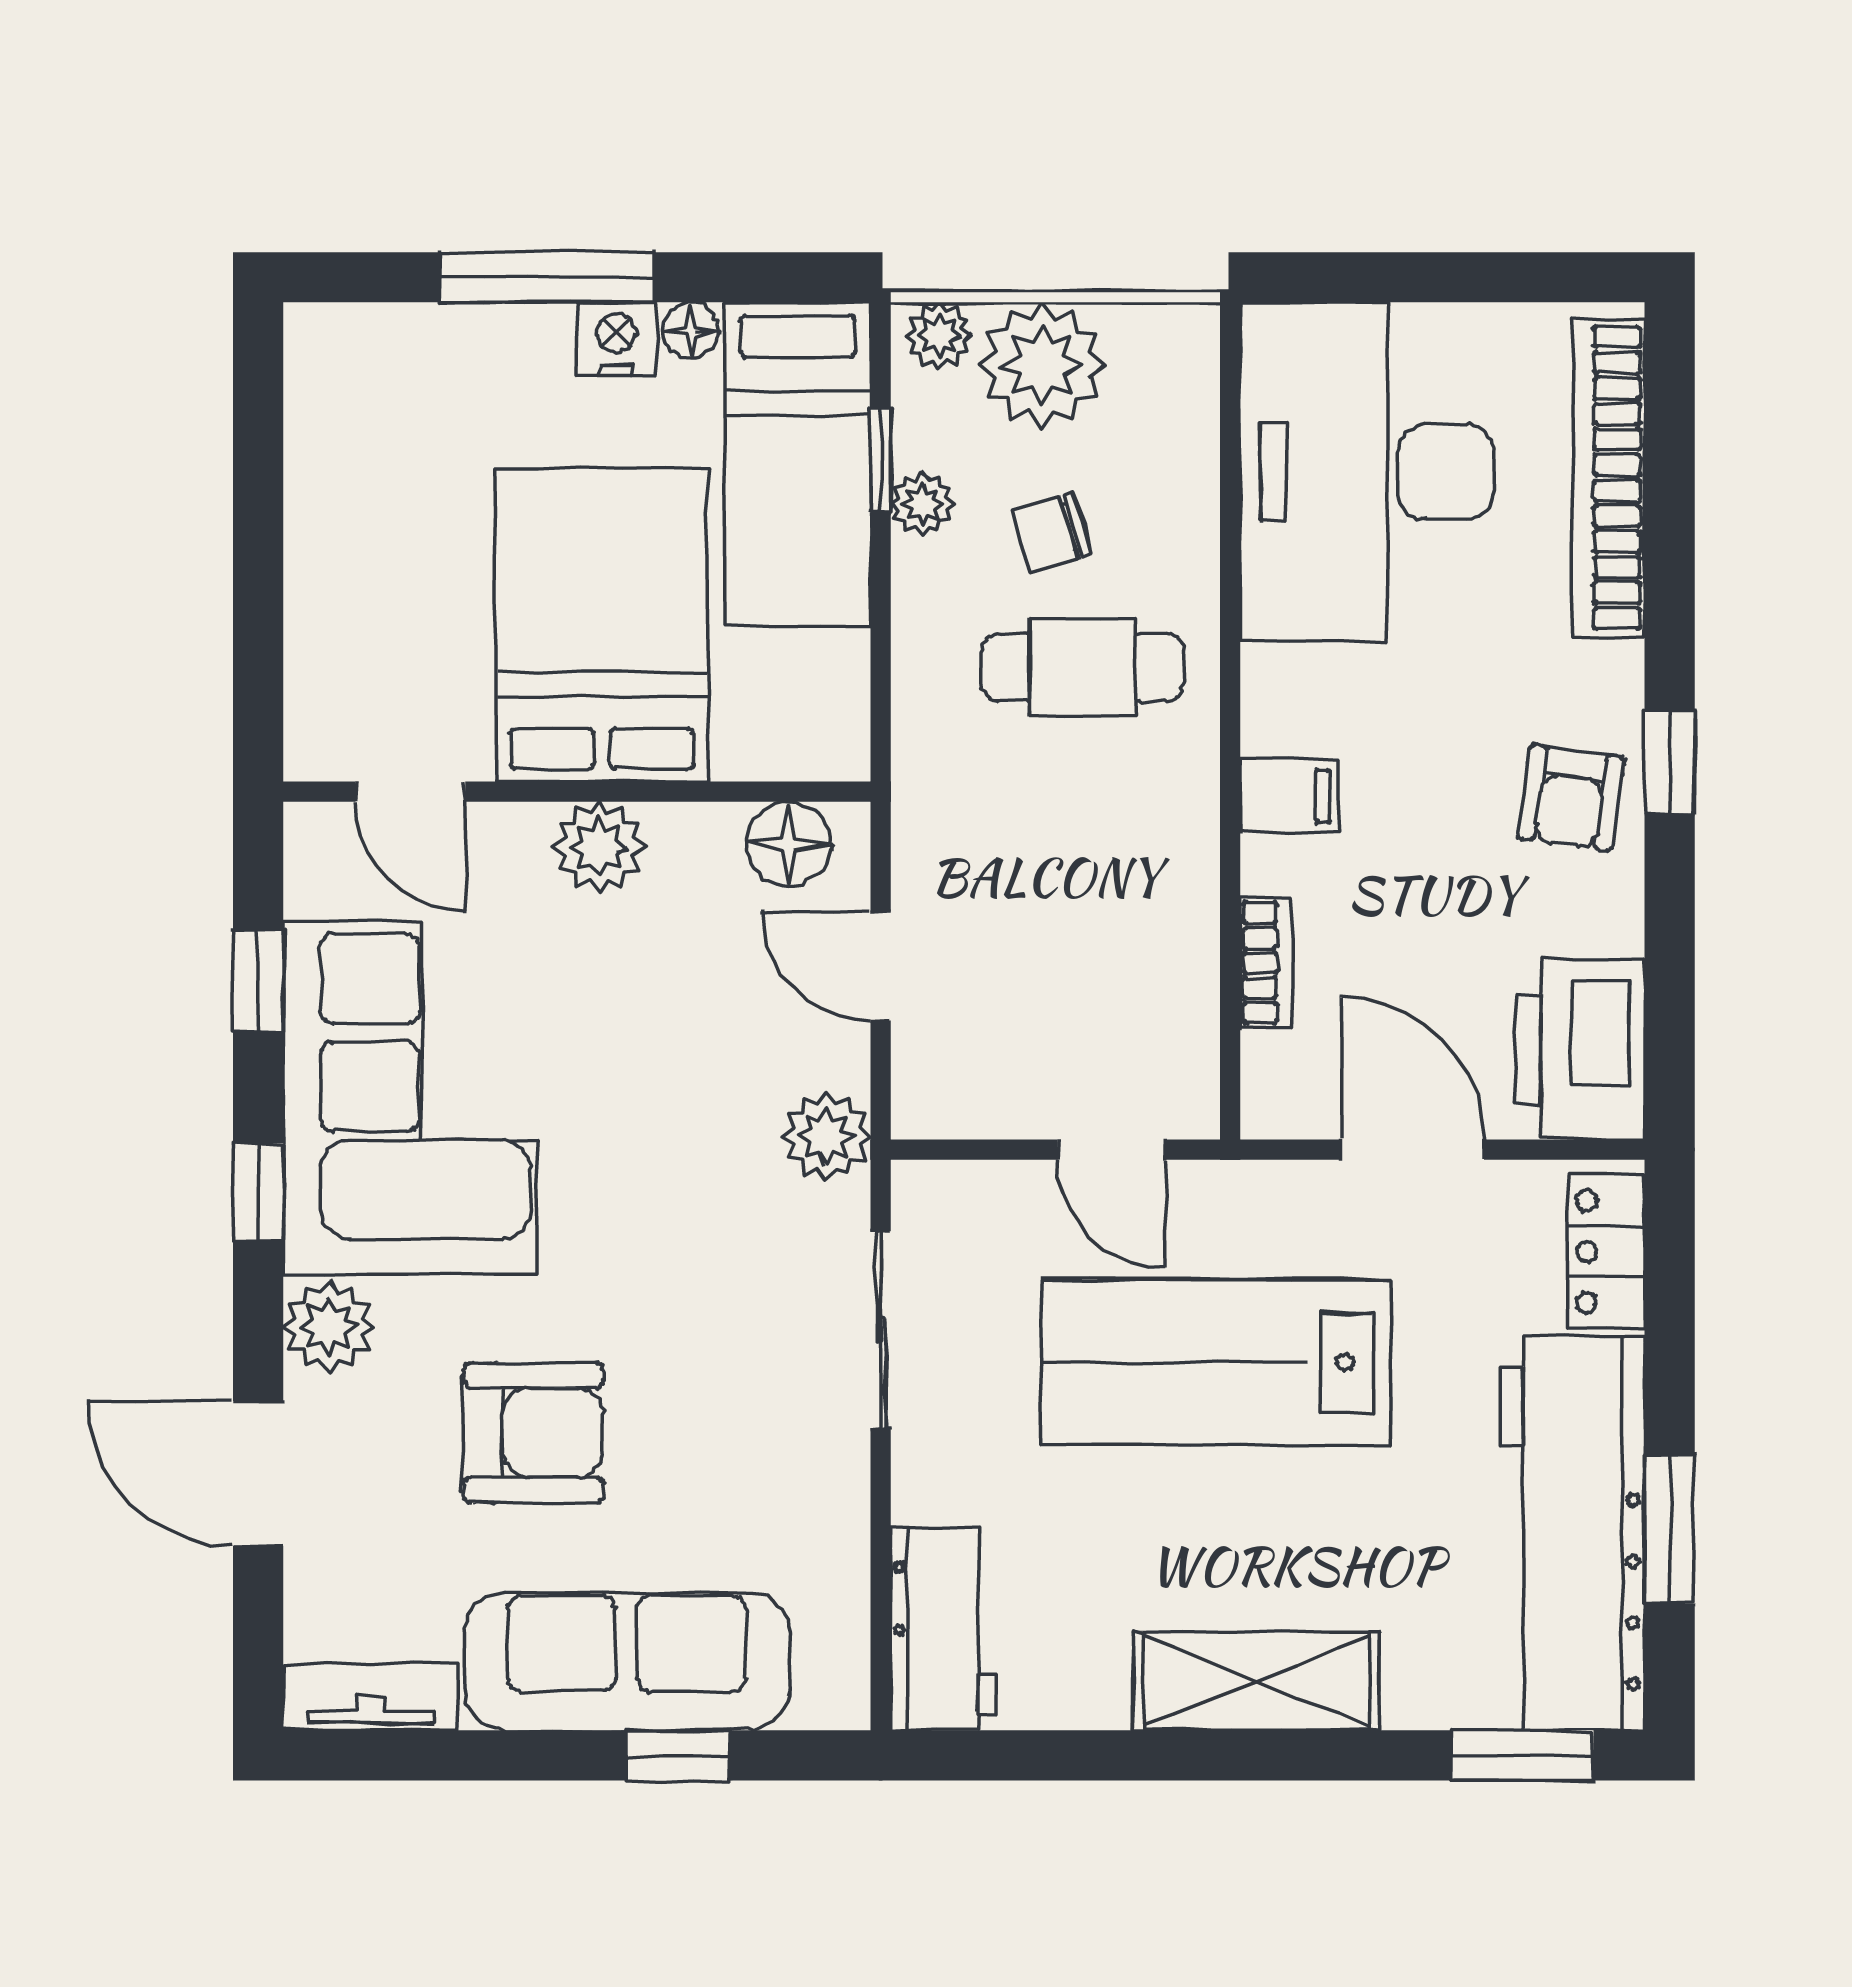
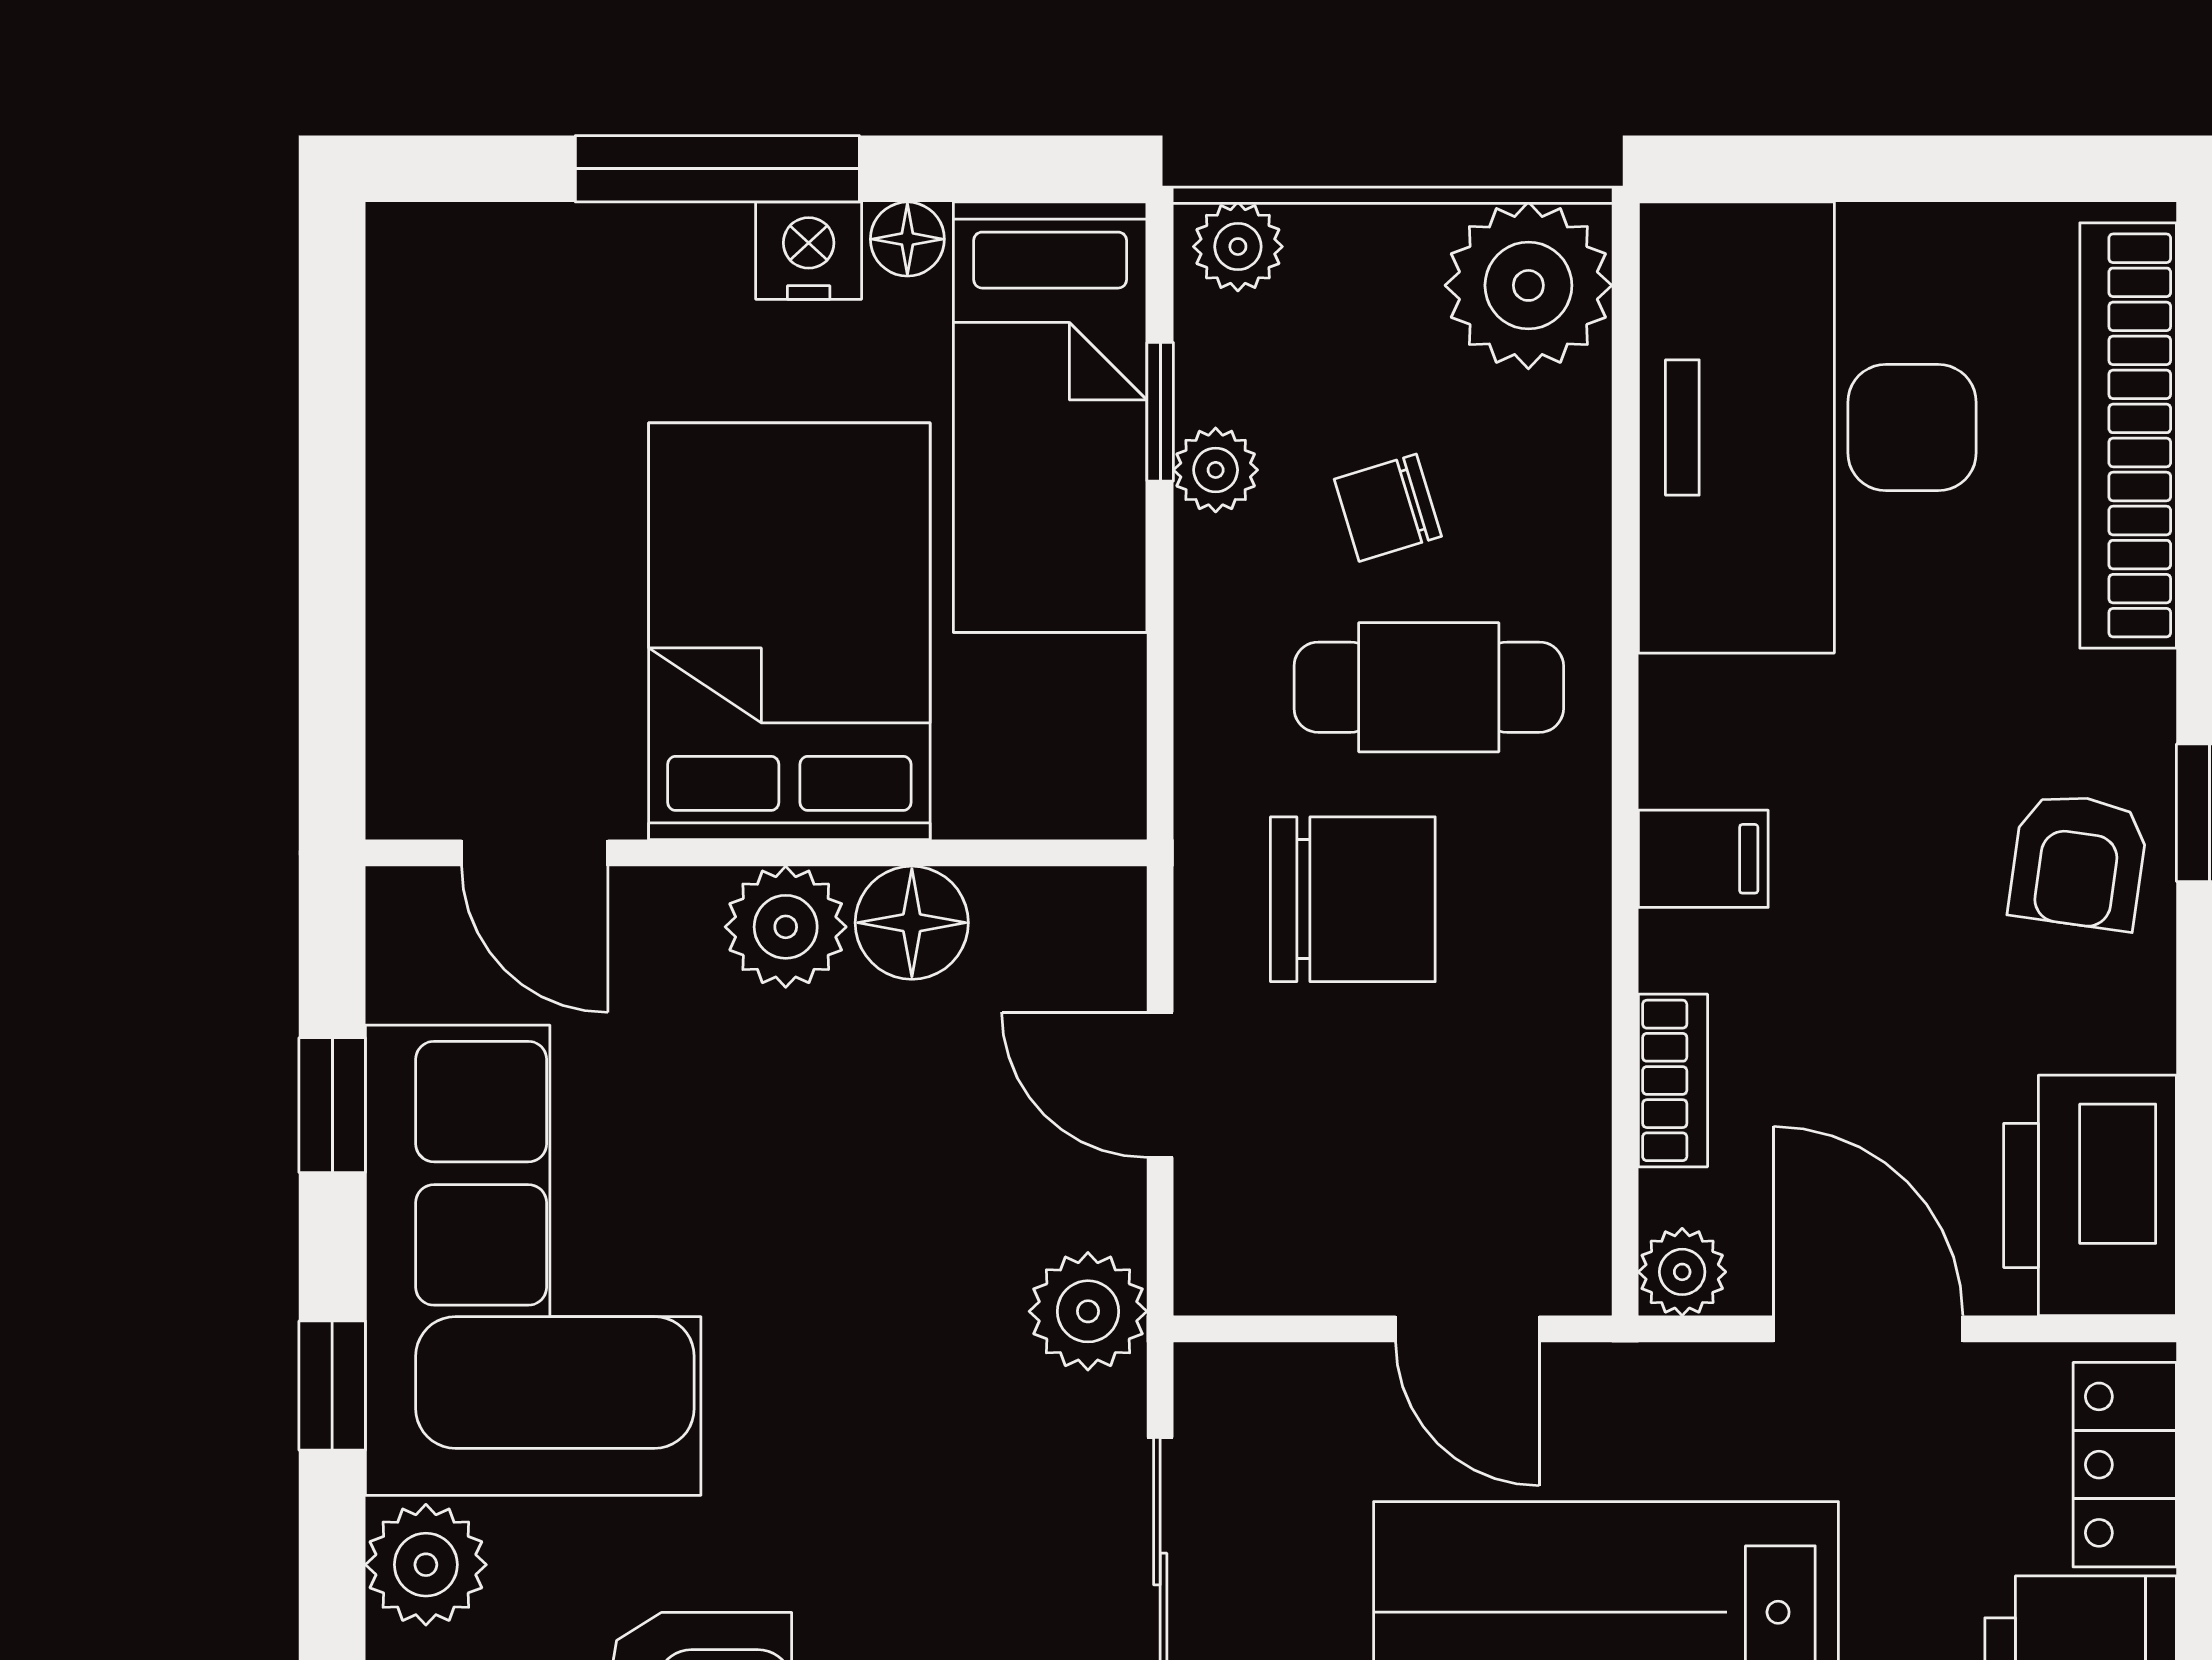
plant: (1042, 365) -> (1528, 285), moved
chair: (1025, 826) -> (1353, 899), added
floor lamp: (789, 844) -> (912, 923), moved
plant: (1273, 1107) -> (1682, 1272), added

